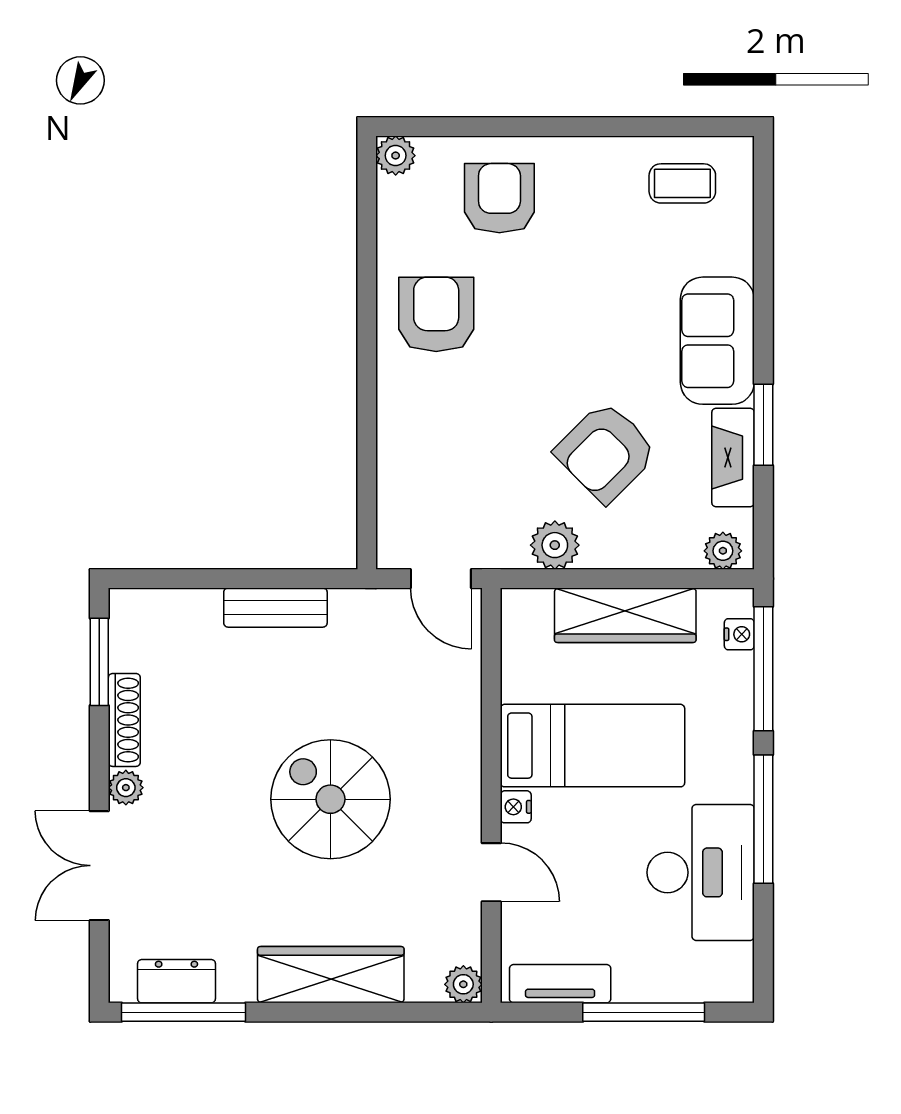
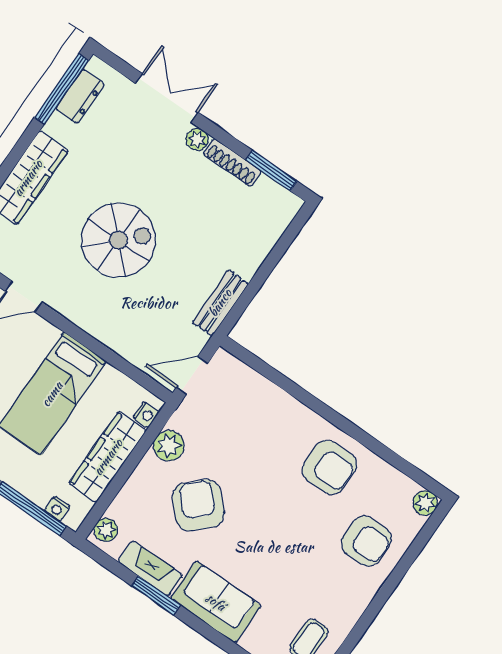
bench: (275, 608) -> (220, 303), moved
nightstand: (516, 807) -> (146, 415), moved, turned 90

